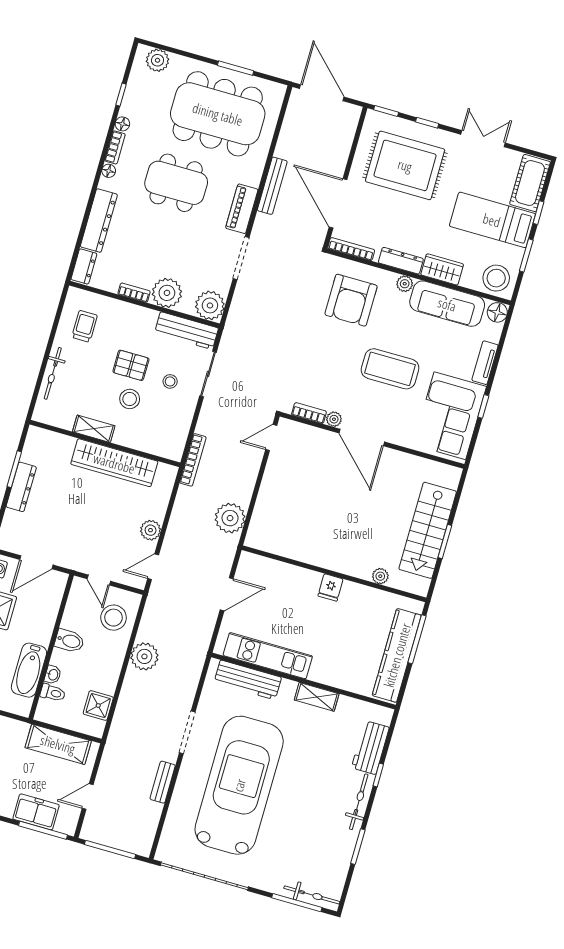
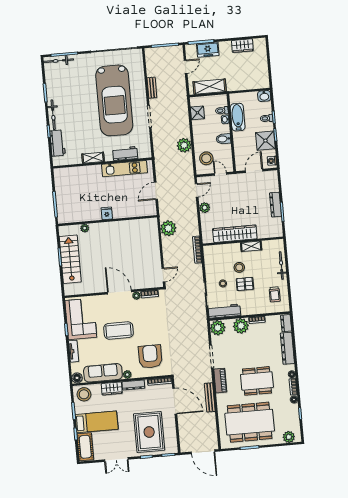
rug: (405, 165) -> (149, 432), turned 90
kitchen counter: (397, 655) -> (62, 193), removed
workbench: (248, 680) -> (125, 153), width x0.73

